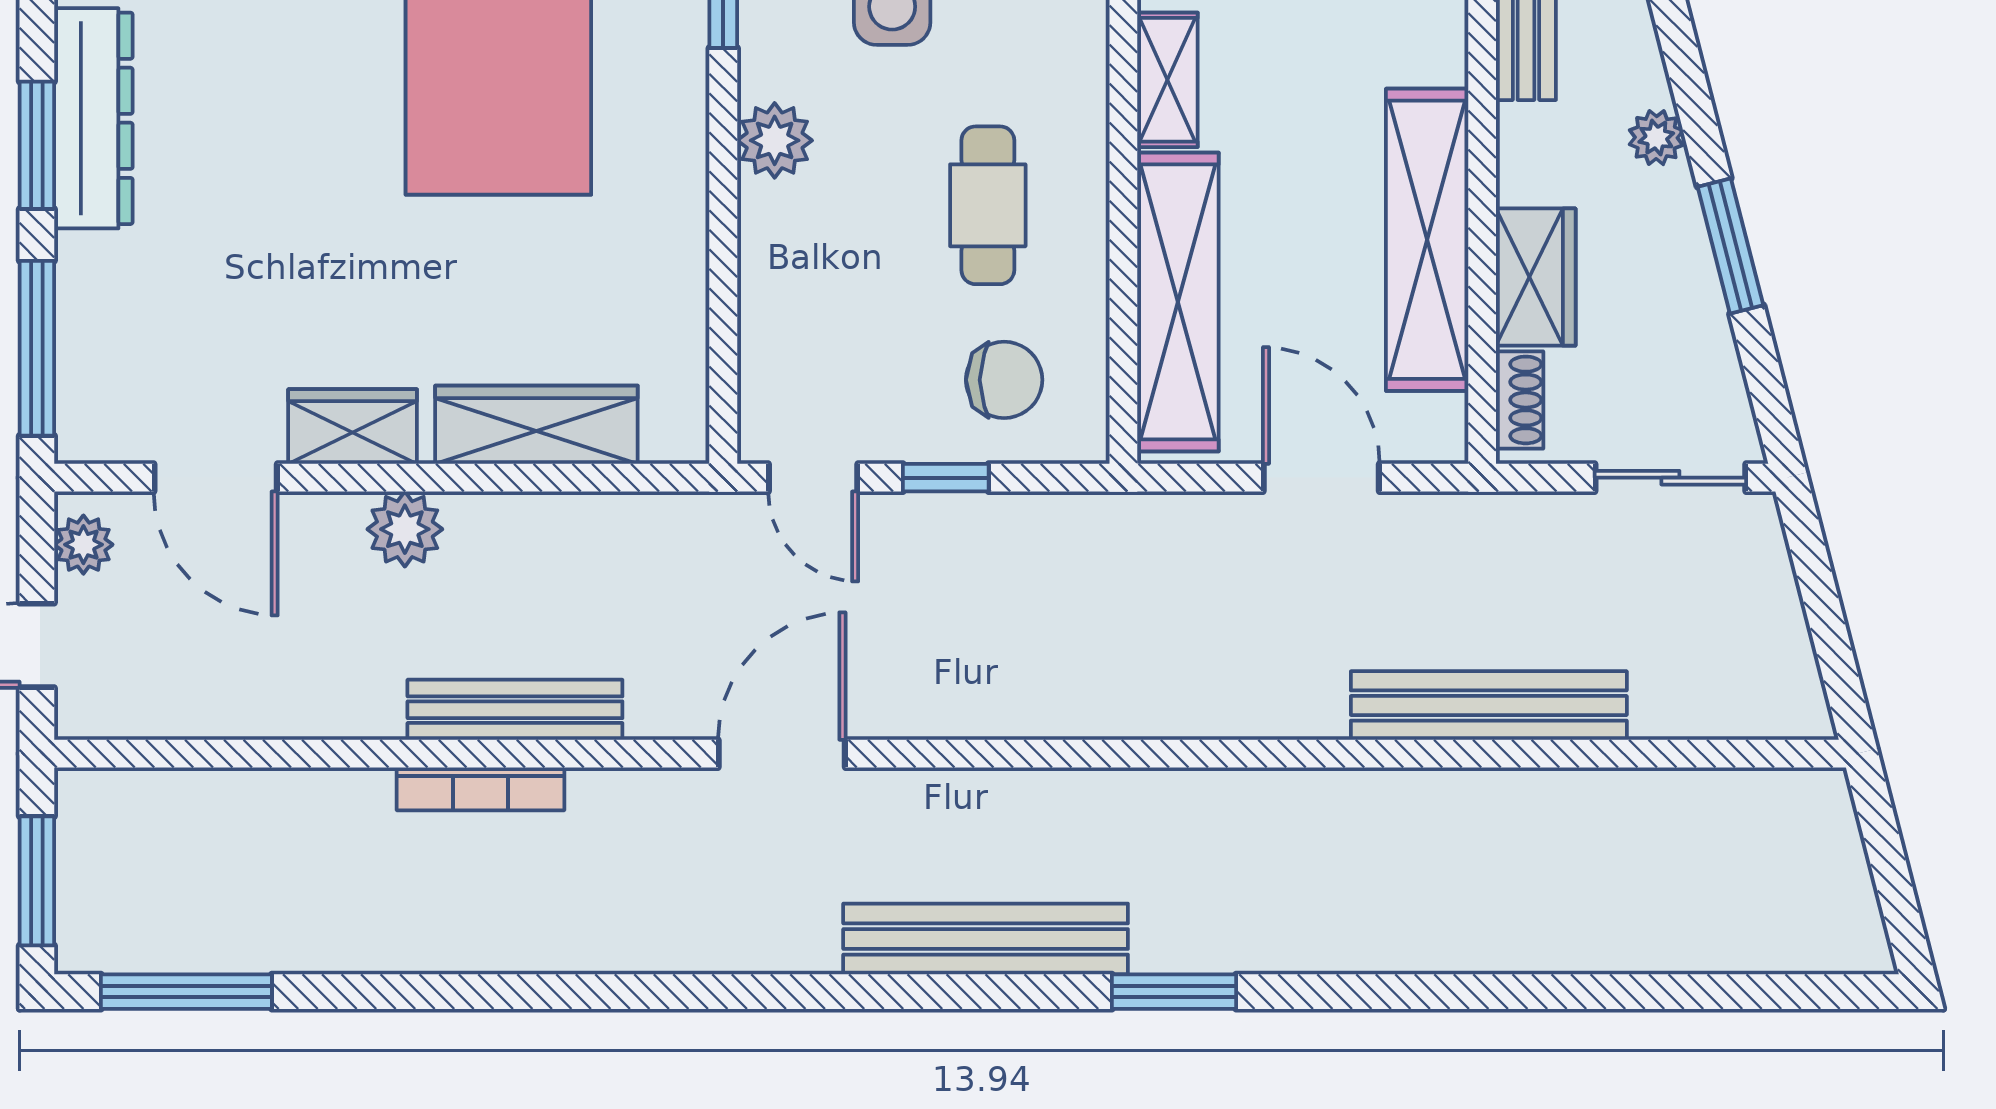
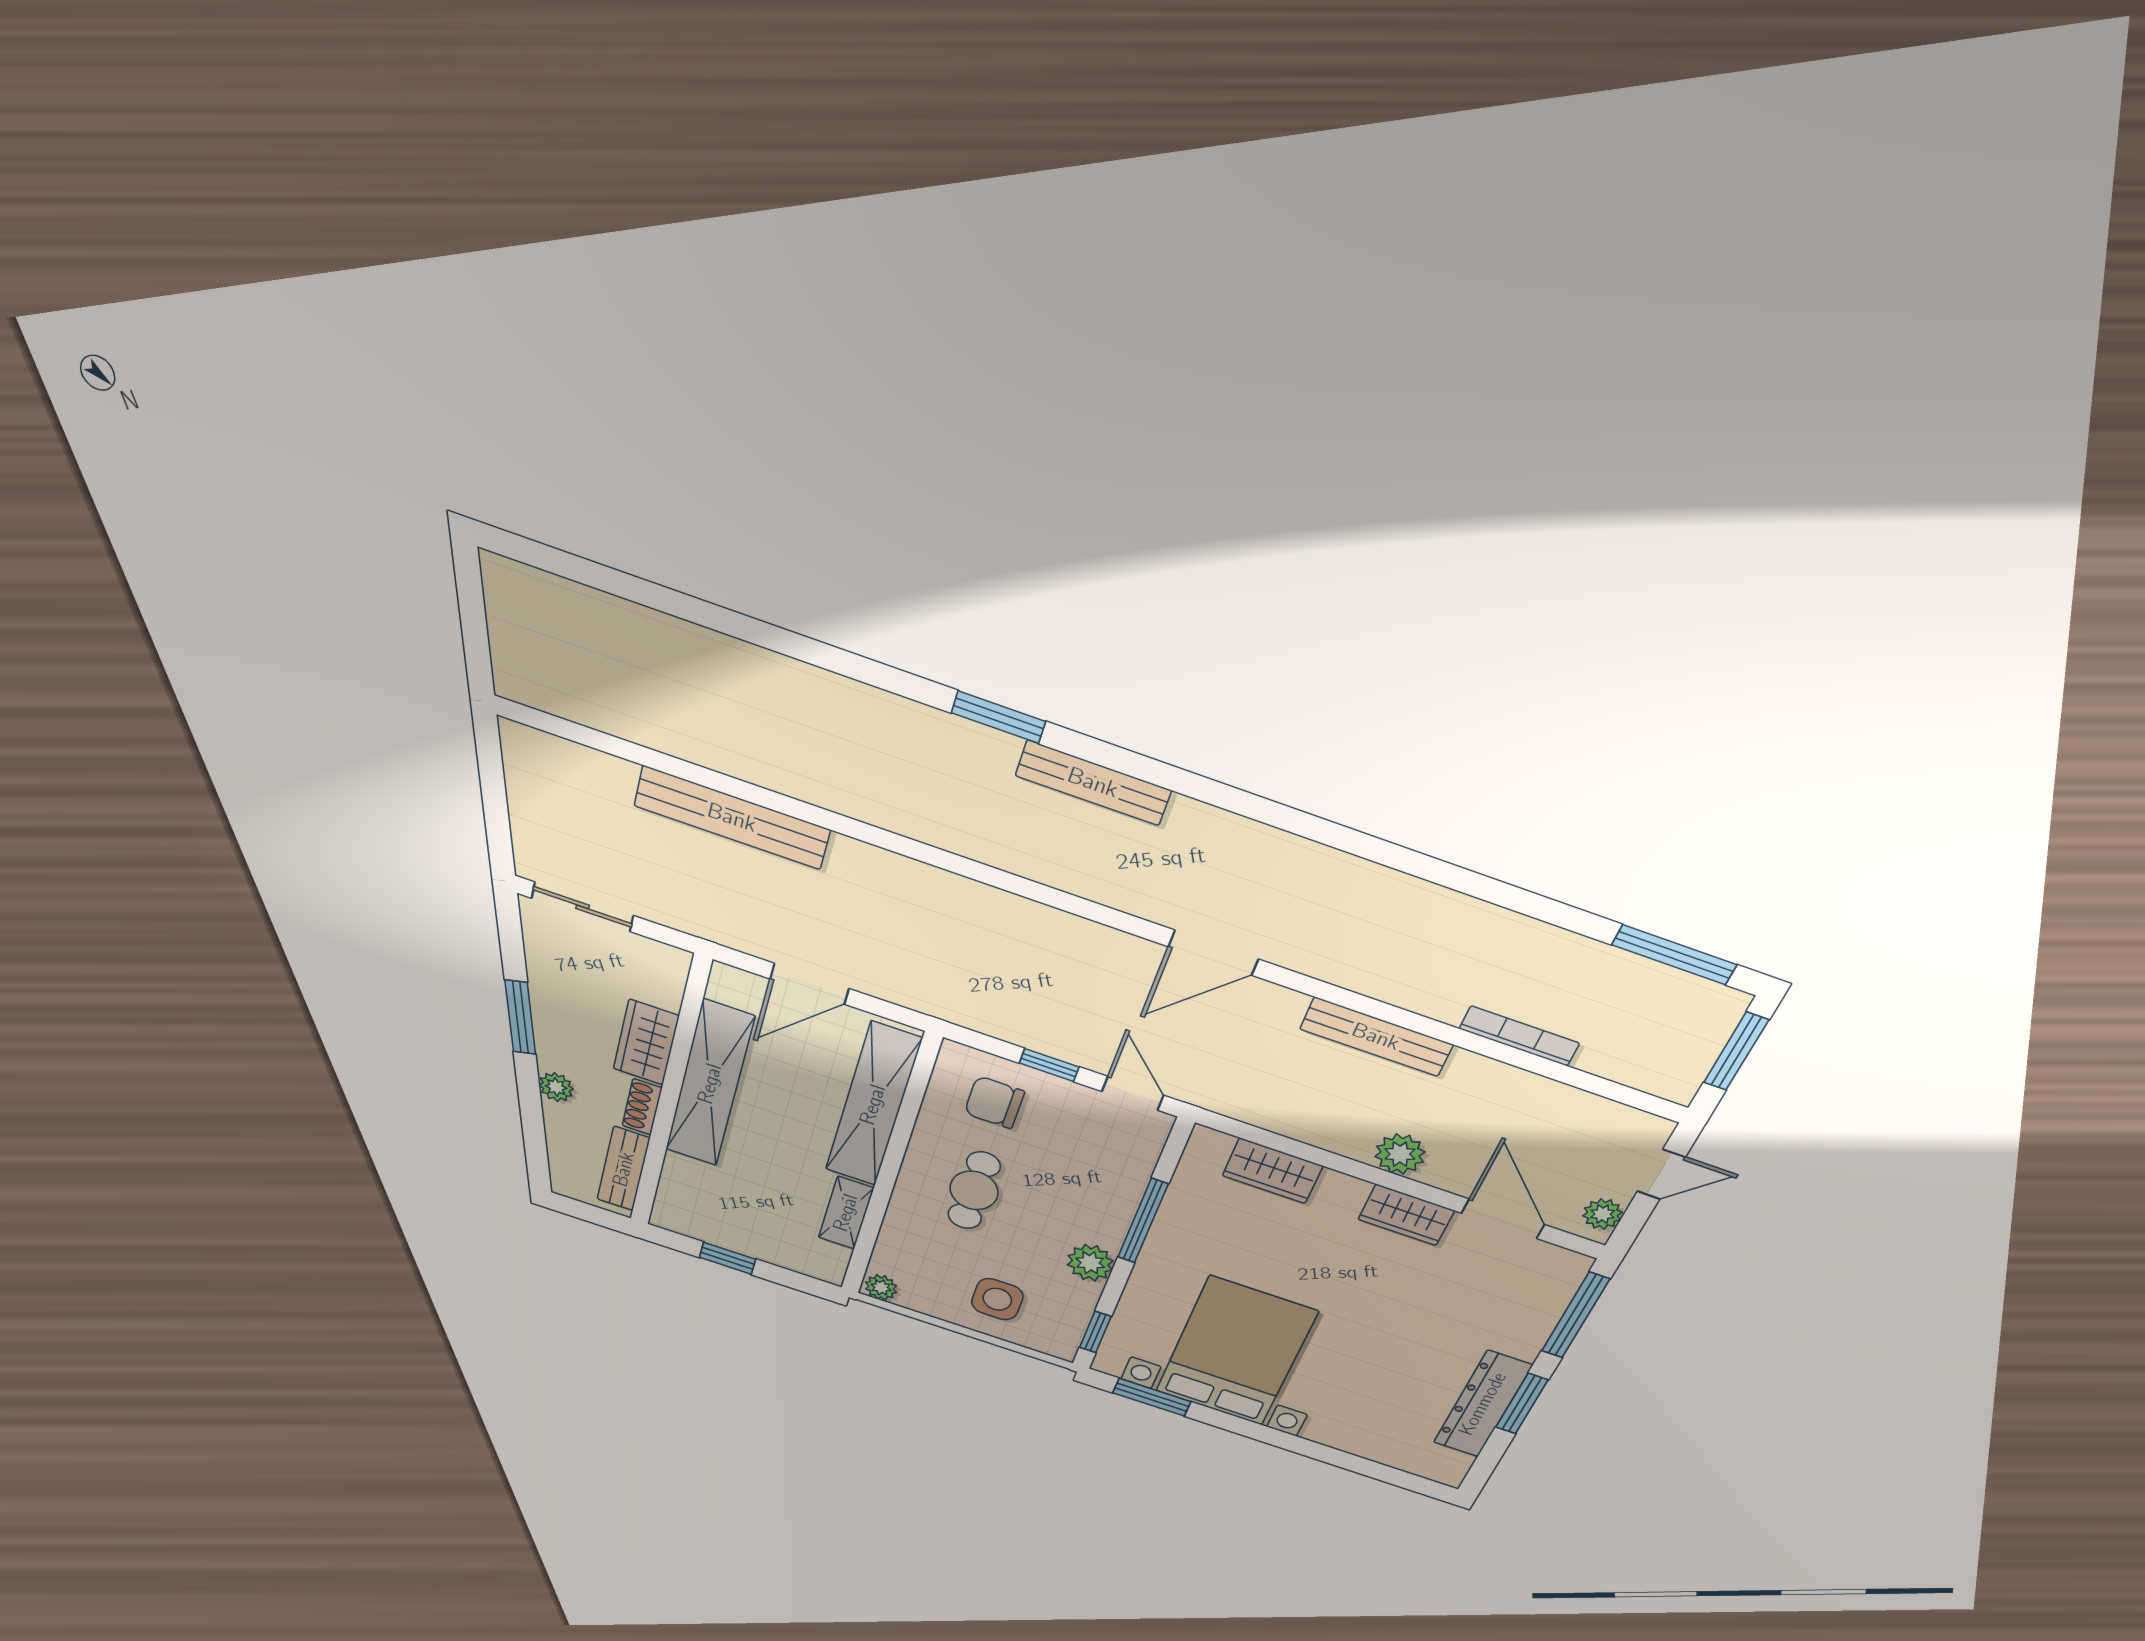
window: (723, 254) -> (1143, 1221), added
shoe rack: (1520, 400) -> (642, 1107), moved
wardrobe: (536, 425) -> (1272, 1171), width x0.67
door: (1321, 478) -> (809, 984), hinge flipped
bookcase: (481, 789) -> (1519, 1036), moved
bench: (986, 939) -> (1093, 783), width x0.73, depth x0.82

